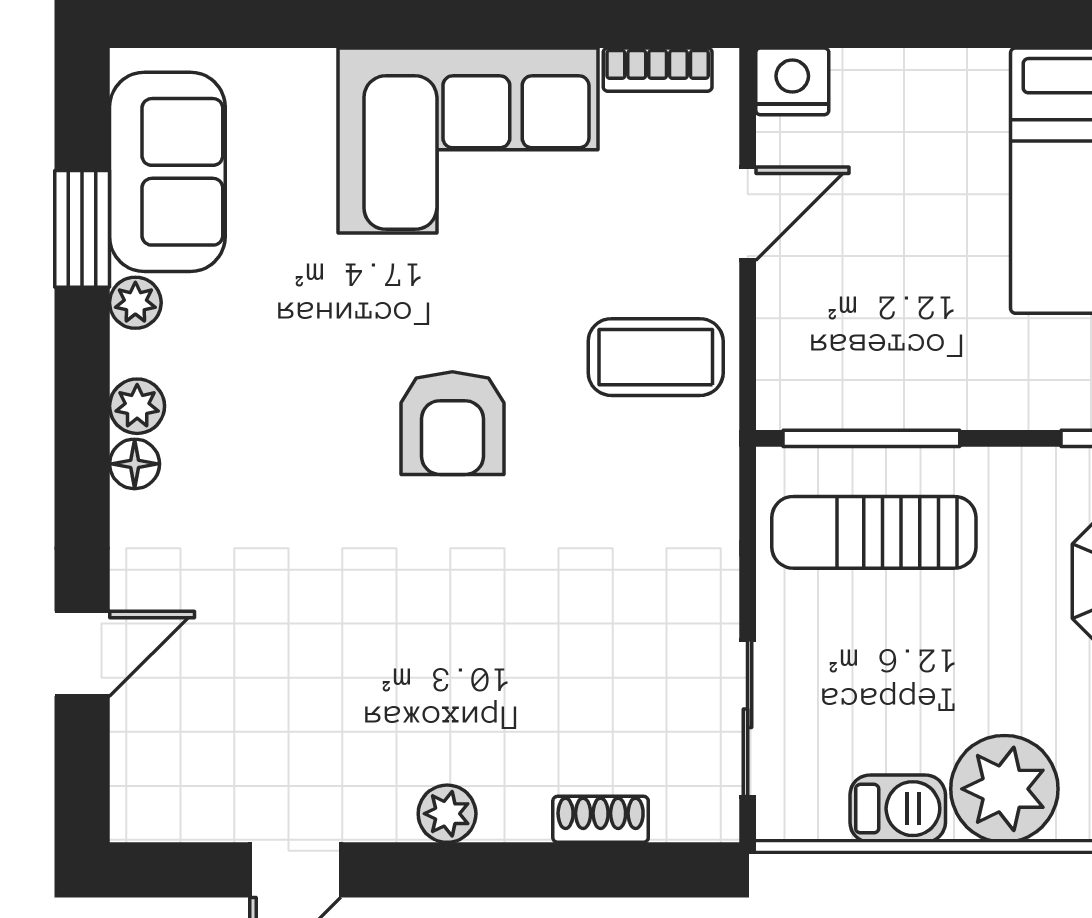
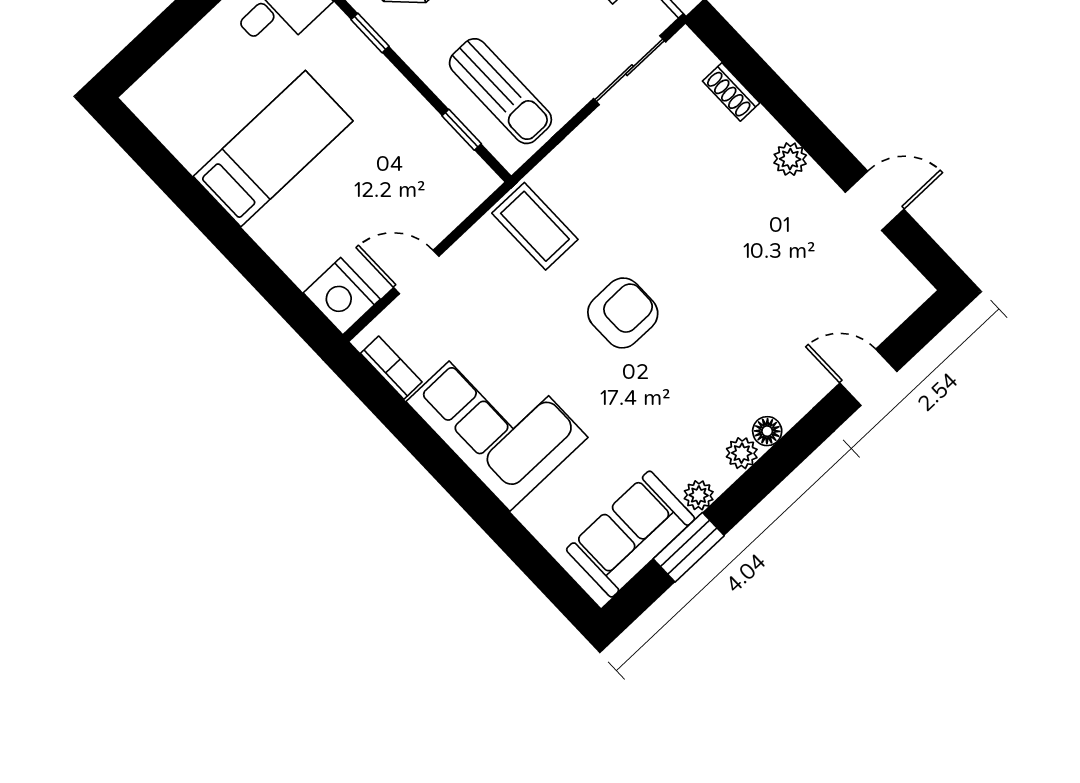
nightstand: (792, 81) -> (342, 296), width x1.36, depth x1.33
coffee table: (656, 357) -> (535, 226), moved
window: (871, 438) -> (462, 130), width x0.46

